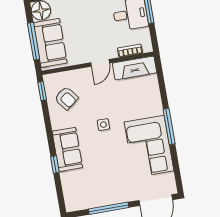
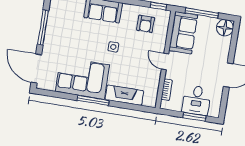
sofa: (50, 43) -> (183, 33), moved, turned -90
fireplace: (135, 68) -> (124, 95), moved, turned 90
armchair: (66, 98) -> (146, 24), turned -52

